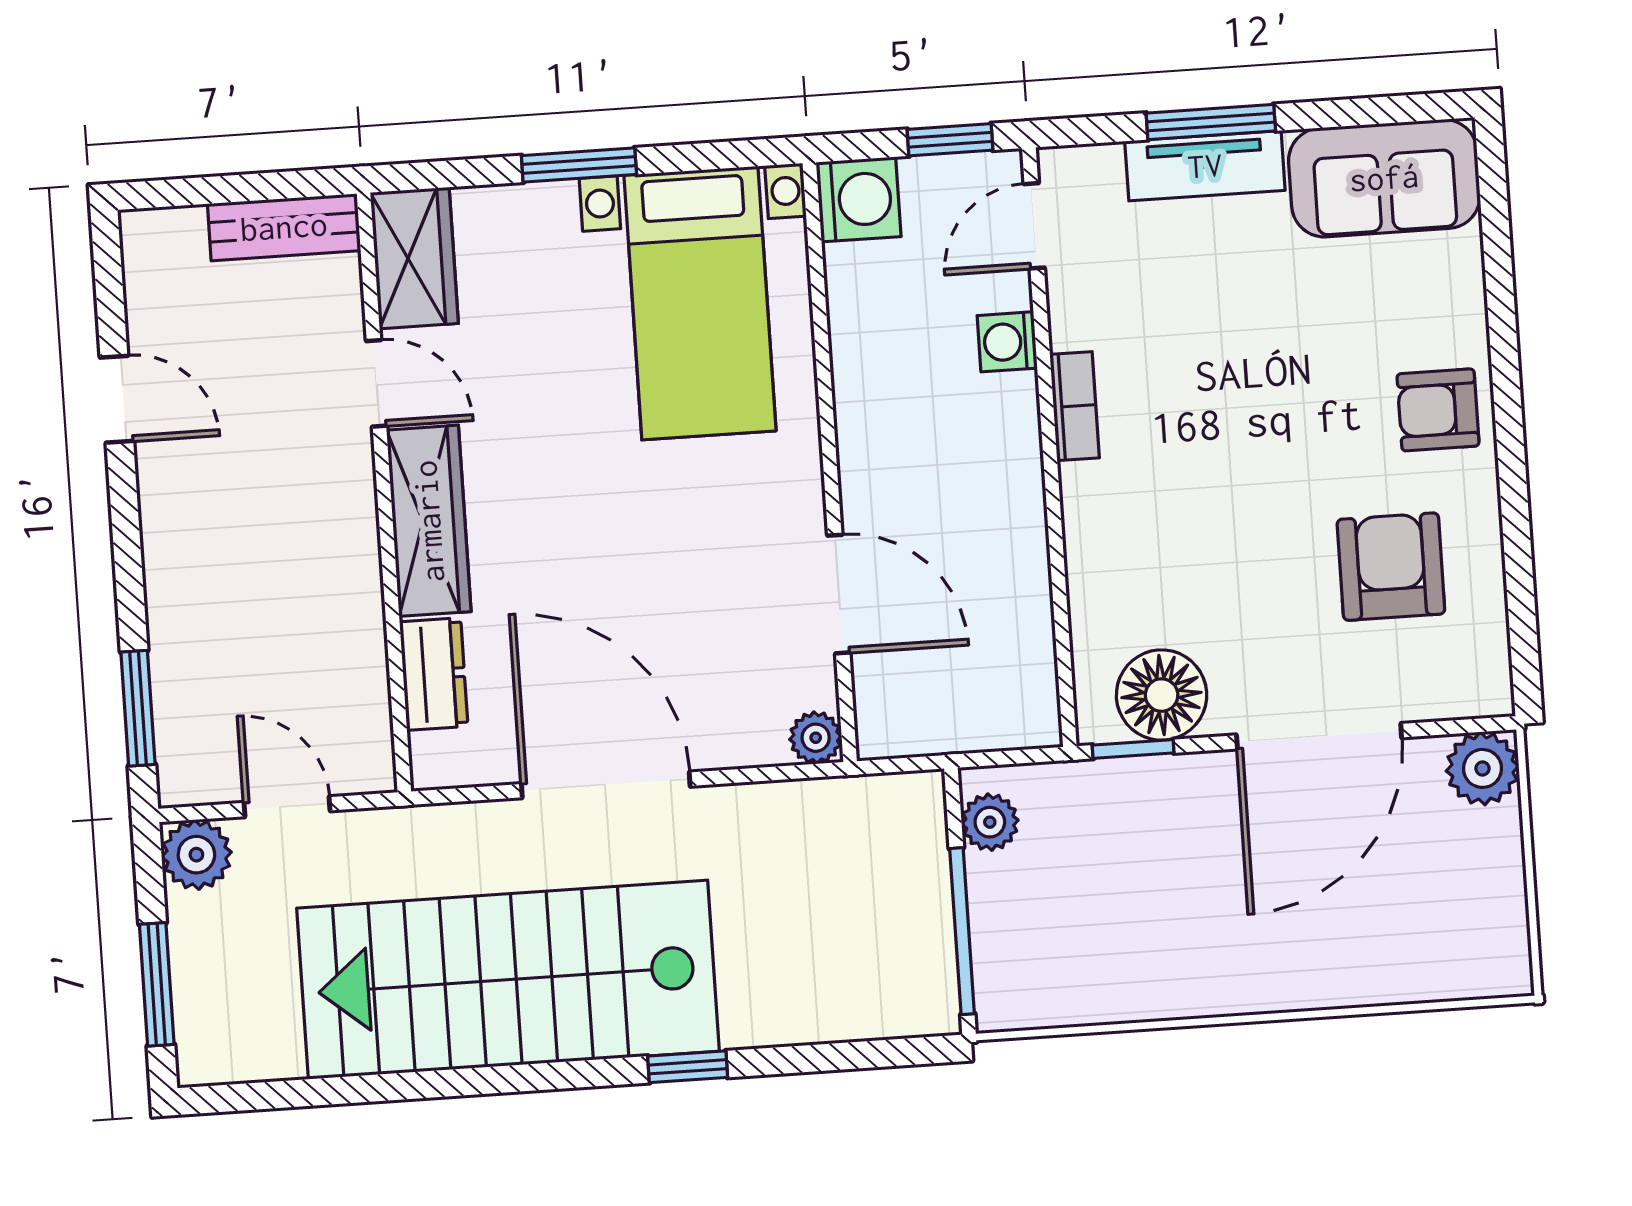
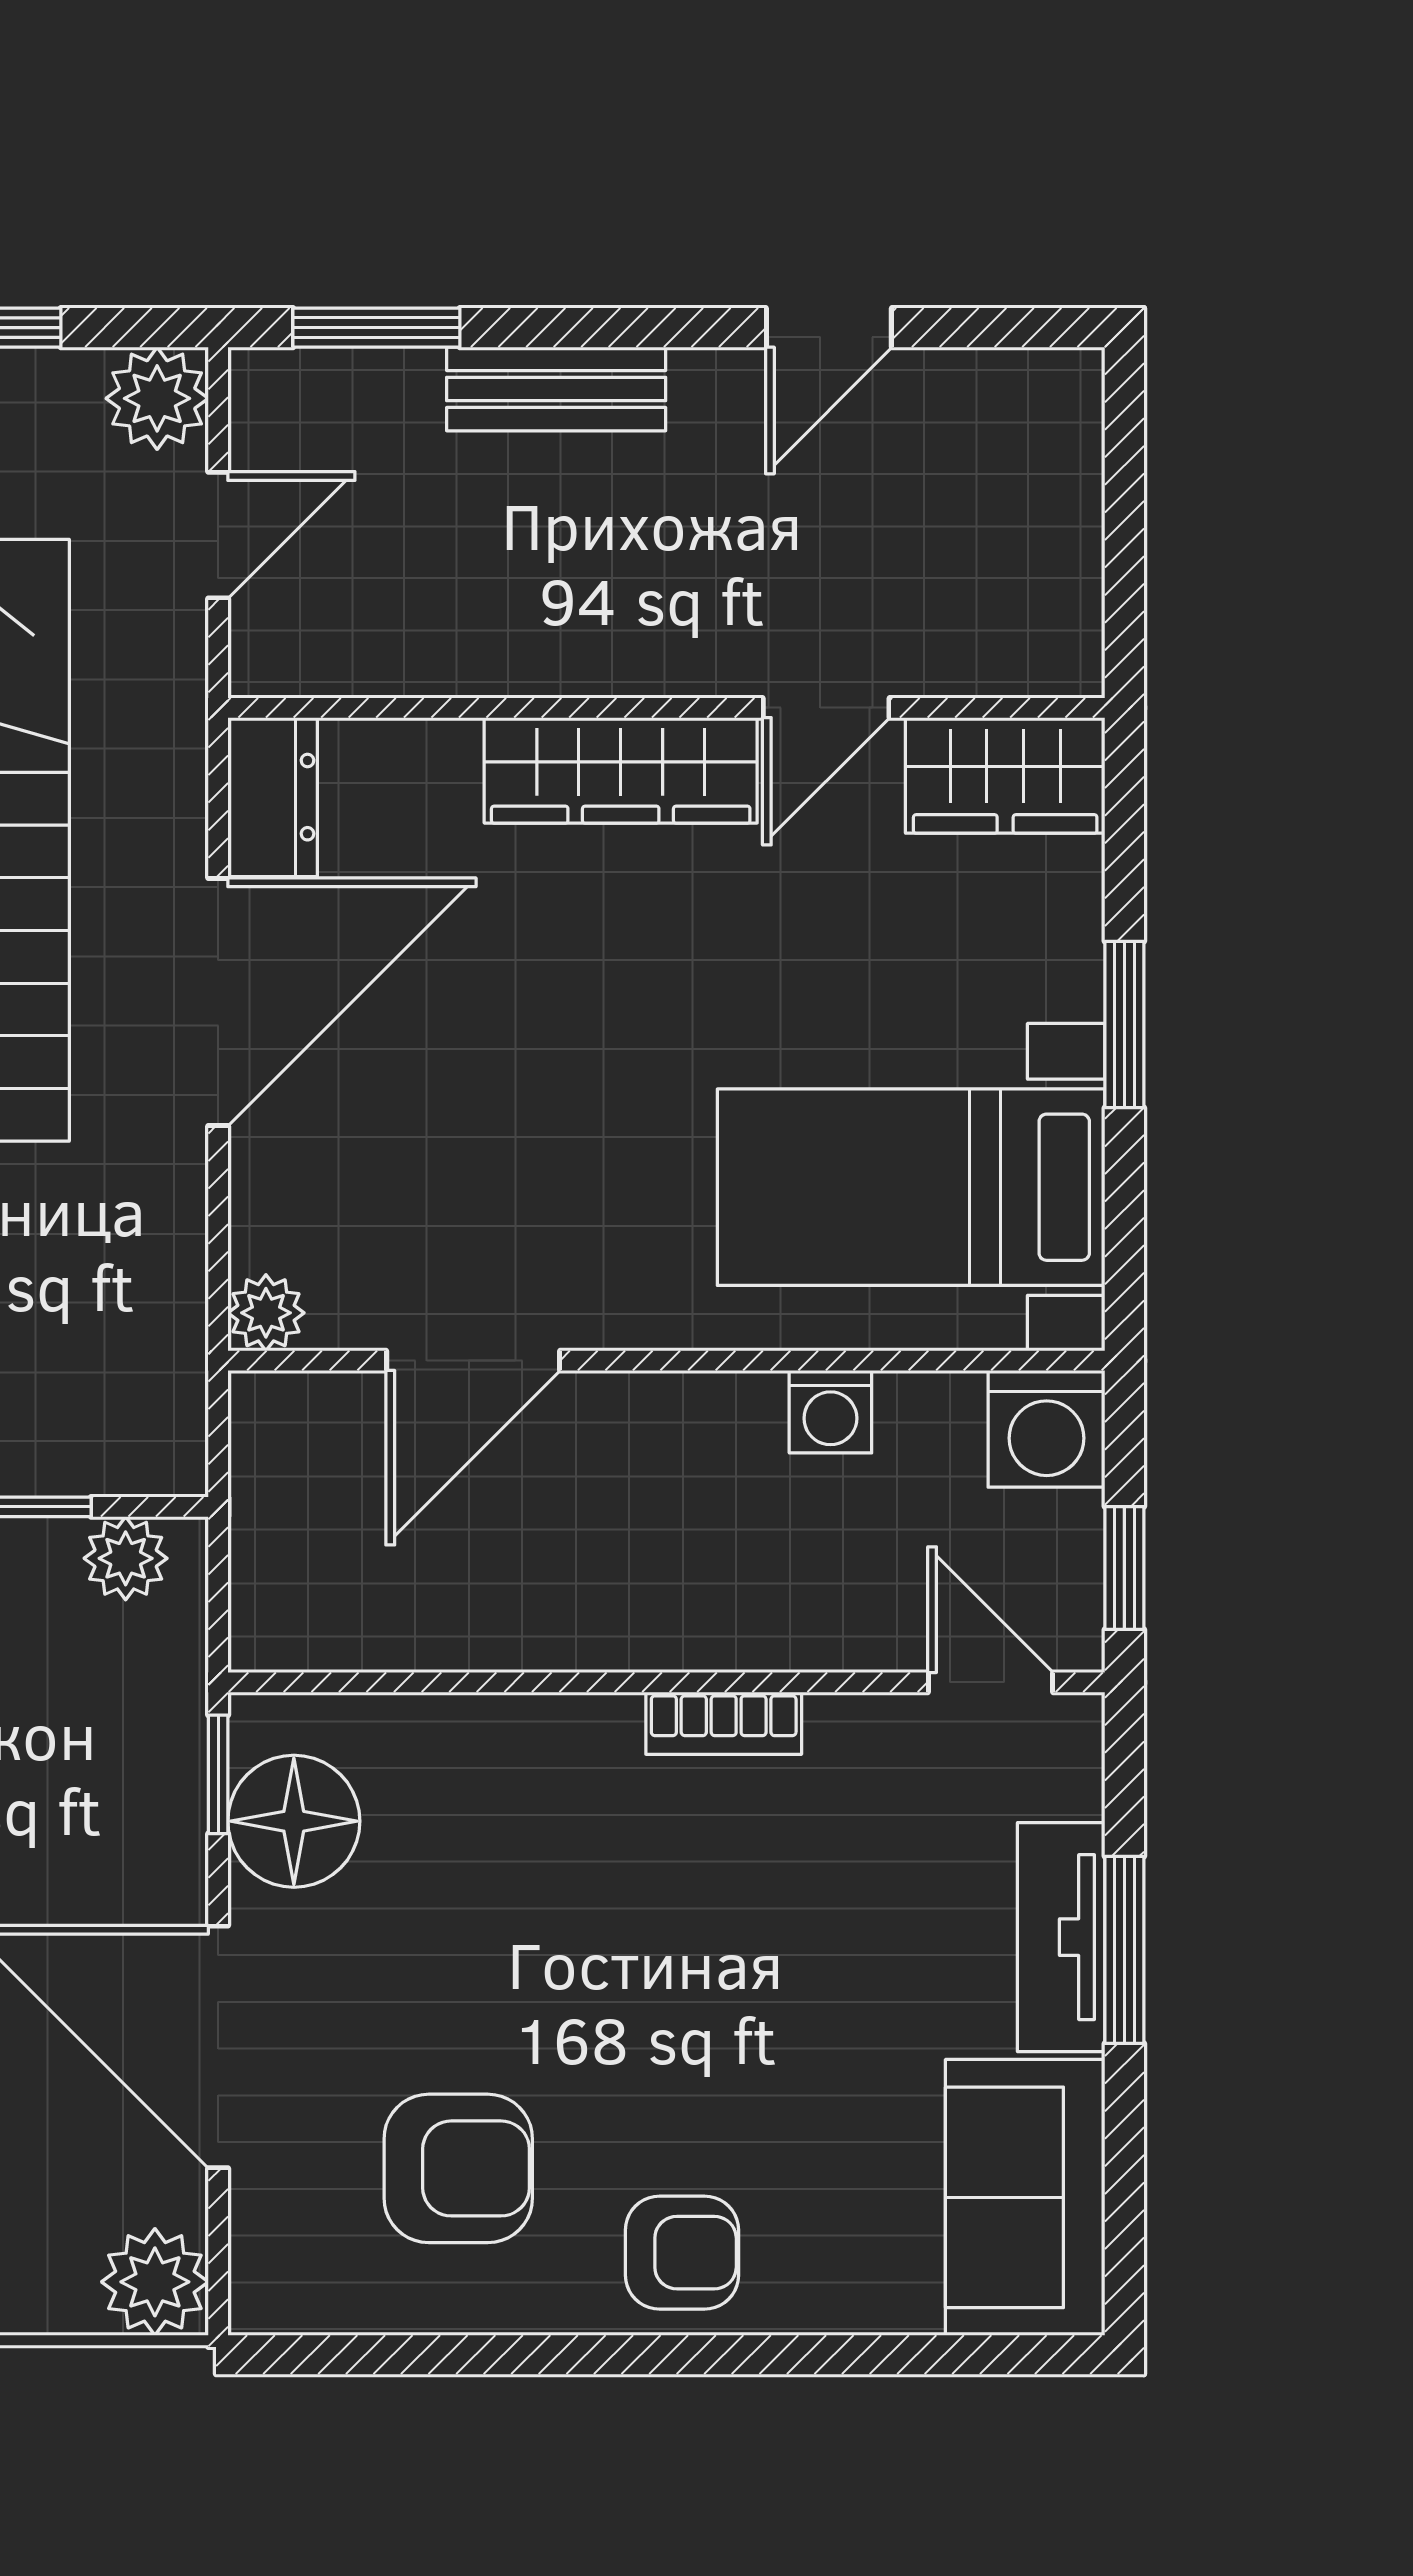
bench: (284, 227) -> (556, 389), moved, turned 90
washing machine: (1007, 342) -> (830, 1412), moved, turned 180
armchair: (1438, 410) -> (682, 2253), turned 90
dresser: (434, 674) -> (273, 797), moved, turned -90

